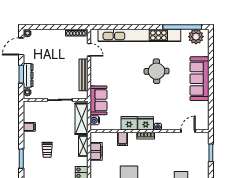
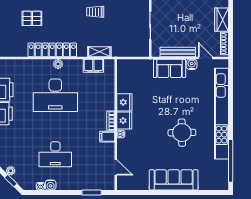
wardrobe: (54, 35) -> (222, 20), added
plant: (196, 37) -> (220, 176), removed
door: (89, 50) -> (206, 58), swing flipped
sofa: (98, 100) -> (170, 68), moved
shelving: (82, 119) -> (129, 50), removed
water cooler: (95, 120) -> (192, 64), moved
filing cabinet: (123, 139) -> (107, 137), moved

